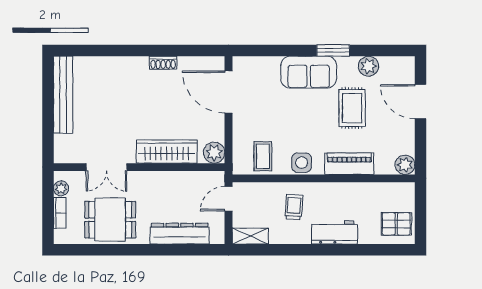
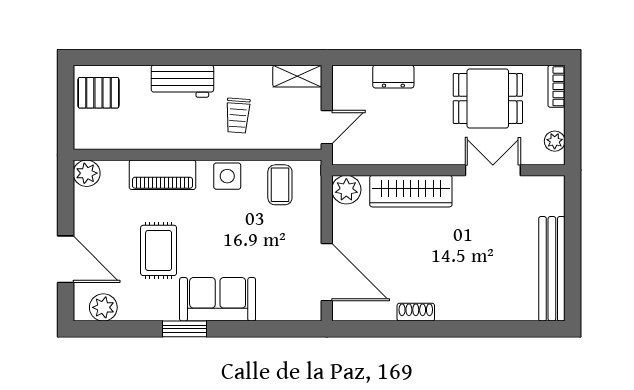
plant: (368, 66) -> (103, 307), moved
bookcase: (60, 213) -> (556, 86), moved
dresser: (180, 234) -> (393, 77), width x0.51, depth x0.80

